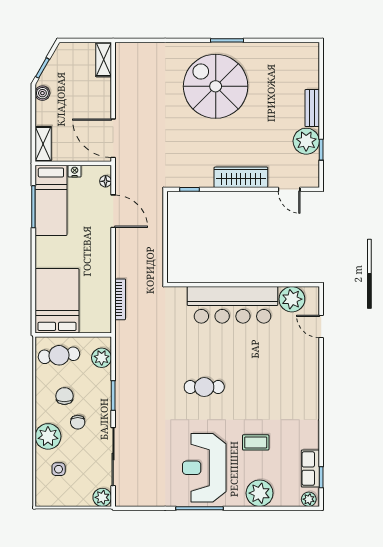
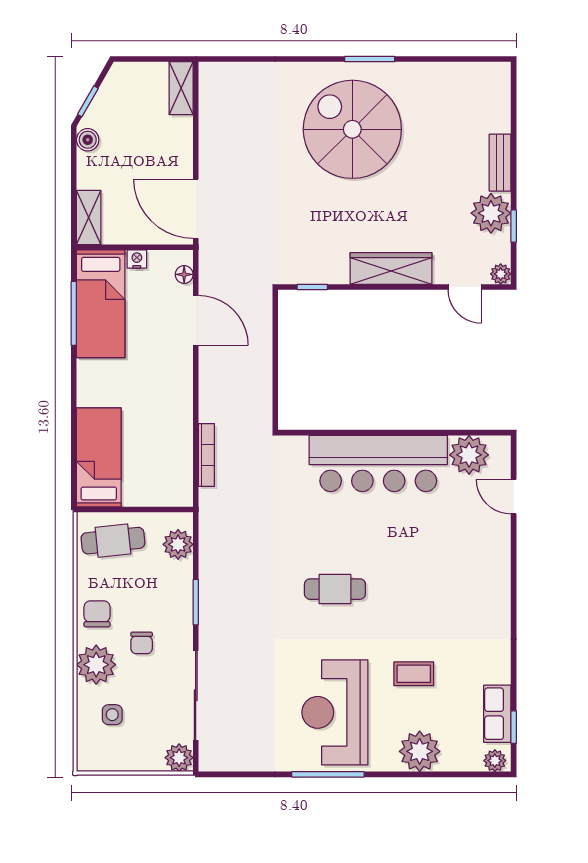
plant: (313, 181) -> (501, 274), added
bed: (57, 301) -> (99, 457), width x0.67
chair: (64, 396) -> (97, 614), moved

